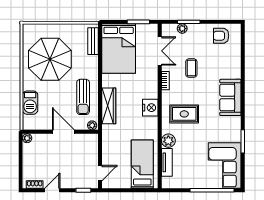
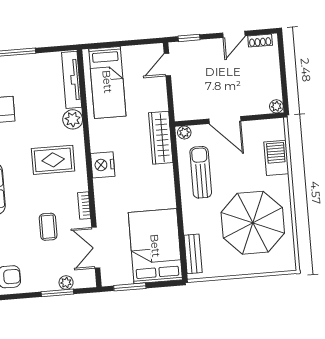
wardrobe: (109, 106) -> (161, 138), moved
tv unit: (167, 162) -> (72, 80), width x1.41

